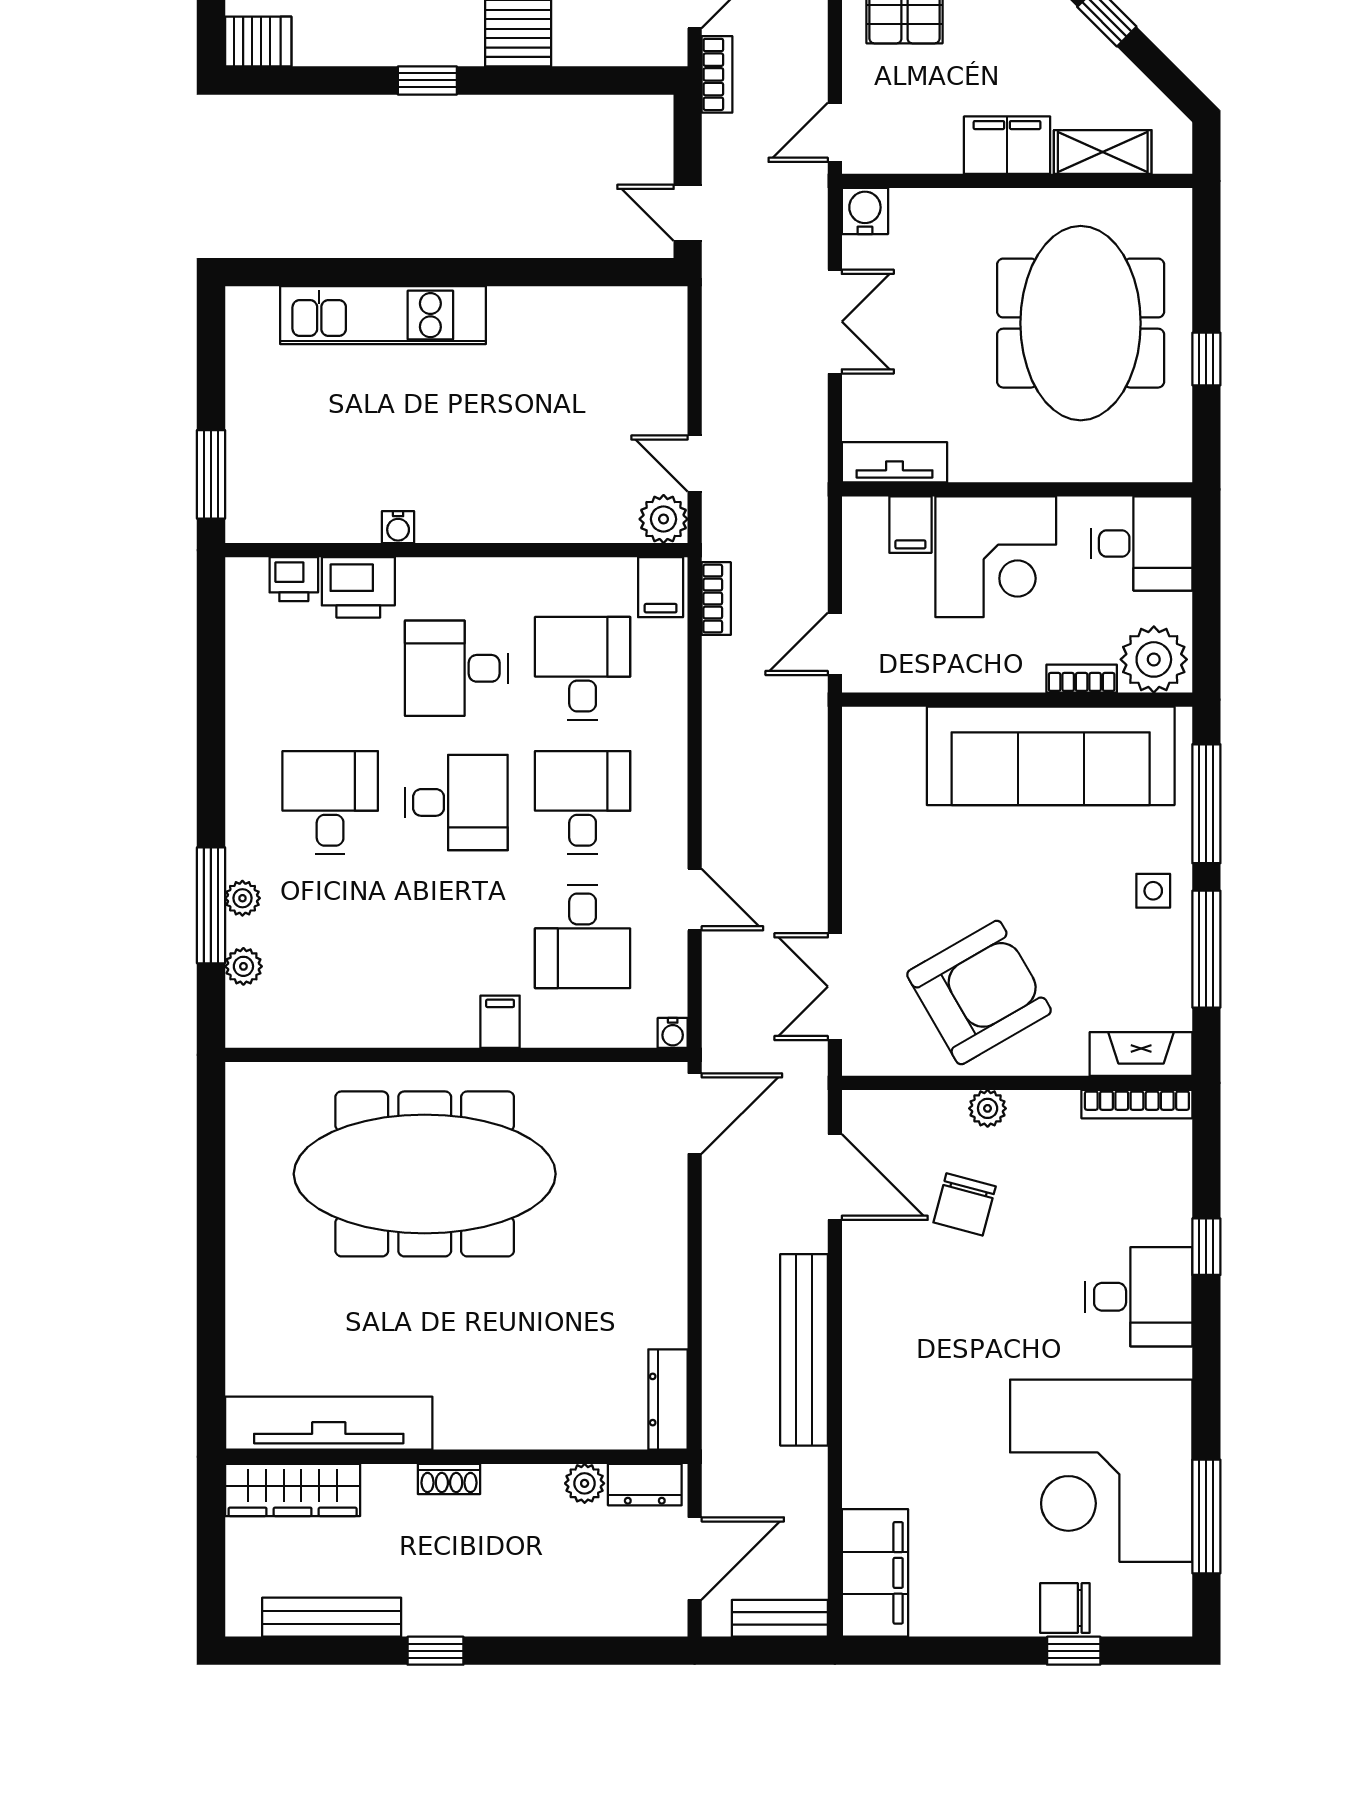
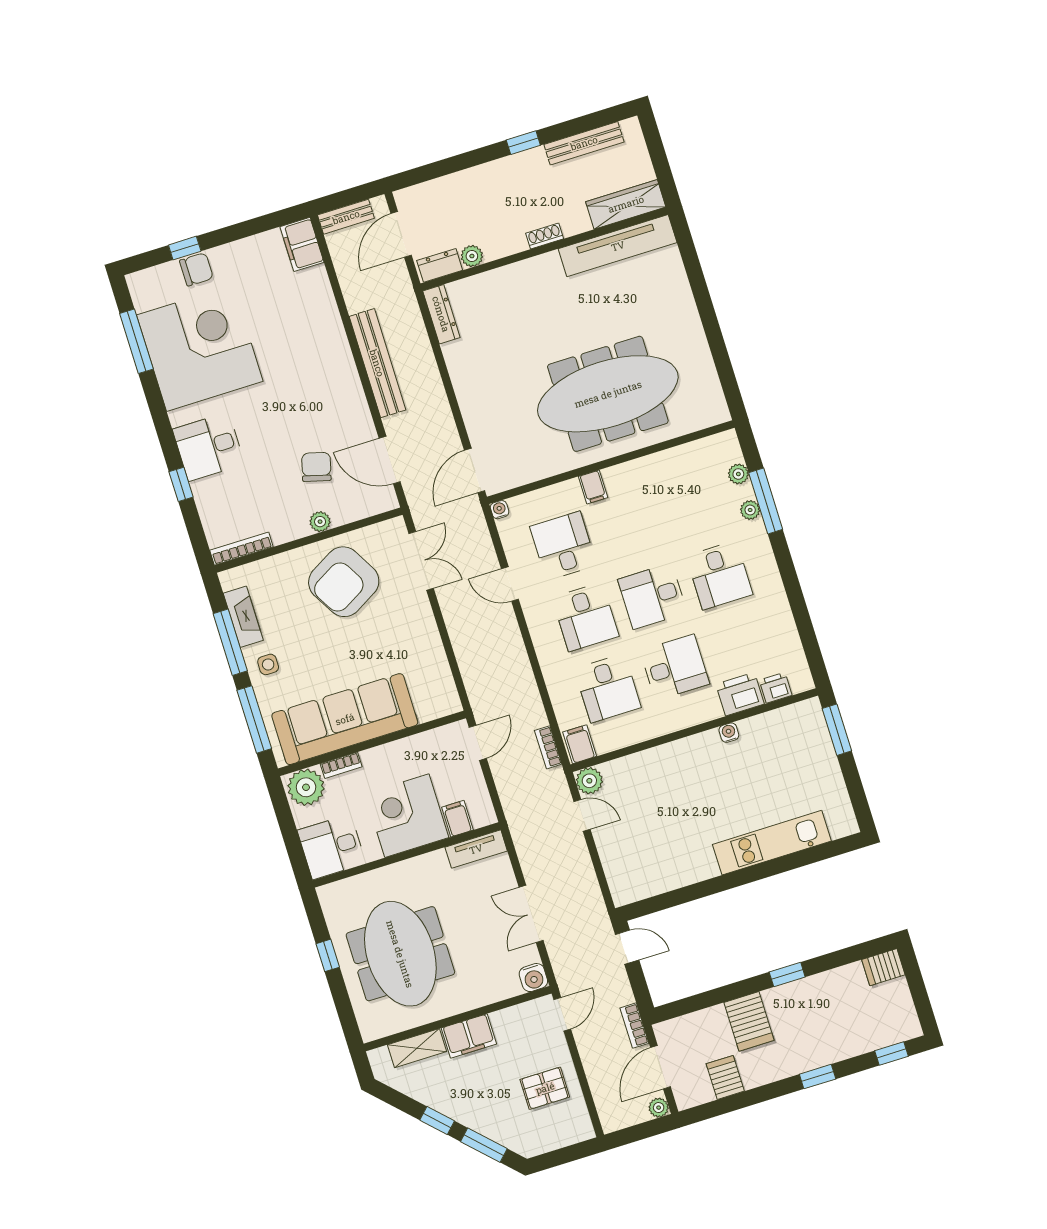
fireplace: (1141, 1054) -> (243, 617), moved, turned -90
filing cabinet: (875, 1573) -> (302, 244), width x0.67, depth x0.86

